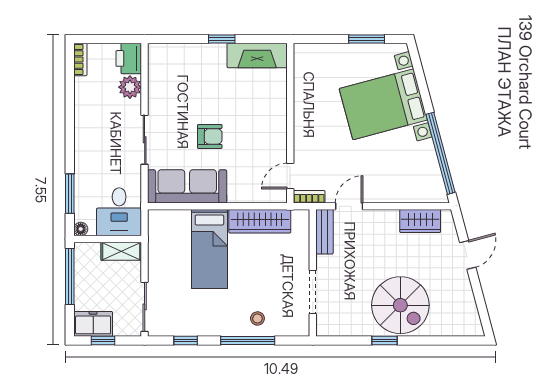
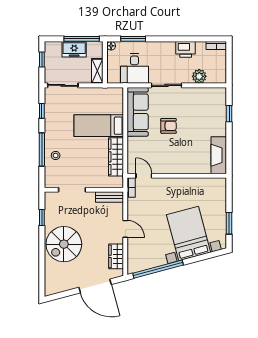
window: (222, 39) -> (229, 114), moved
printer: (129, 58) -> (186, 49), moved, turned 180
armchair: (210, 136) -> (169, 126), turned -90
door: (349, 206) -> (125, 229), moved
desk: (119, 212) -> (134, 69), moved, turned -90
door: (468, 255) -> (95, 286), width x1.87
freezer: (93, 324) -> (74, 49), moved, turned 90
window: (384, 341) -> (42, 217), moved

